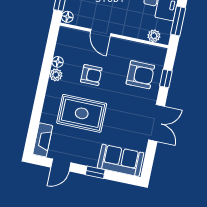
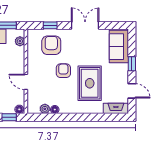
door: (101, 33) -> (26, 82), swing flipped
plant: (56, 75) -> (45, 109), moved
armchair: (91, 75) -> (63, 71), moved

